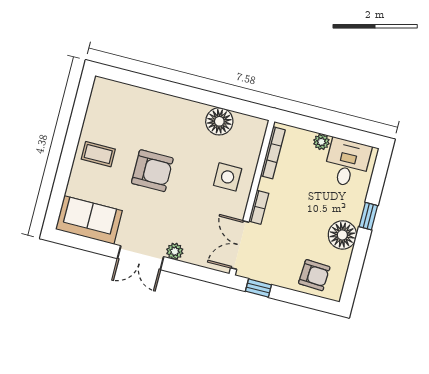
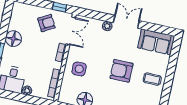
armchair: (314, 275) -> (46, 23), moved, turned 148

